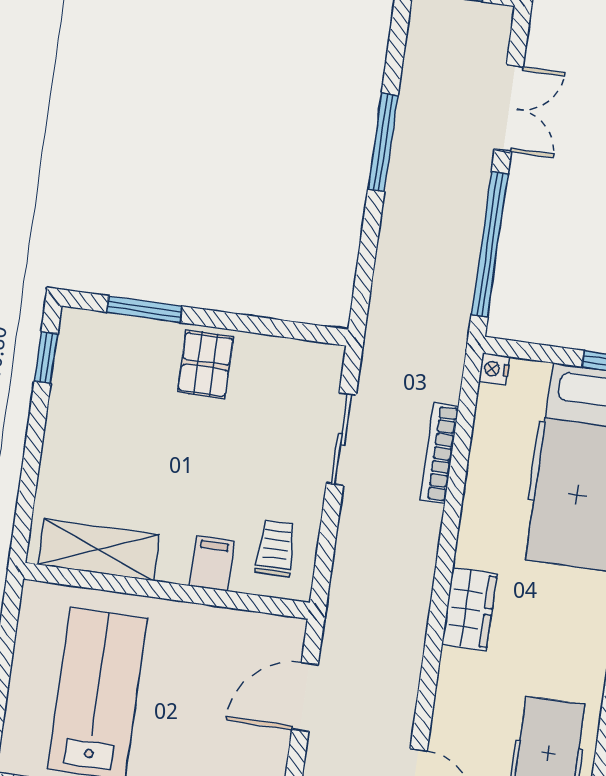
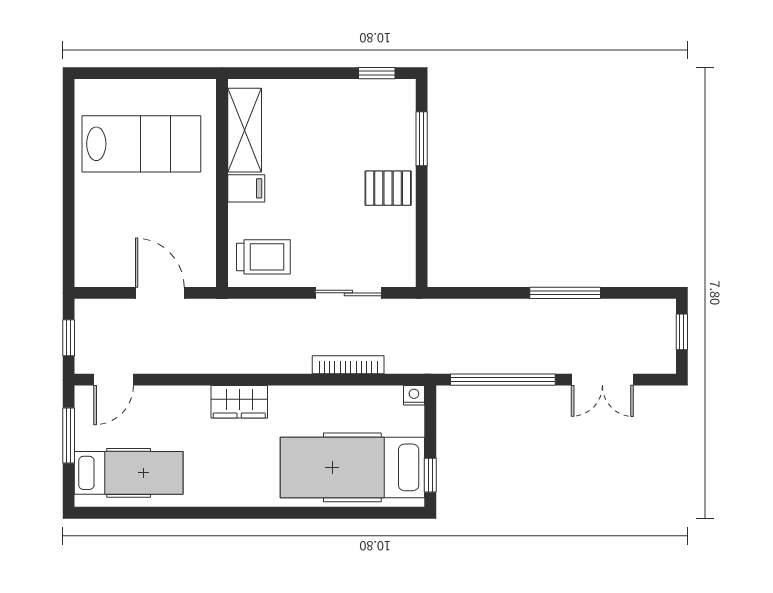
trolley: (276, 548) -> (263, 257), width x1.36, depth x1.39
filing cabinet: (212, 563) -> (246, 188), moved

